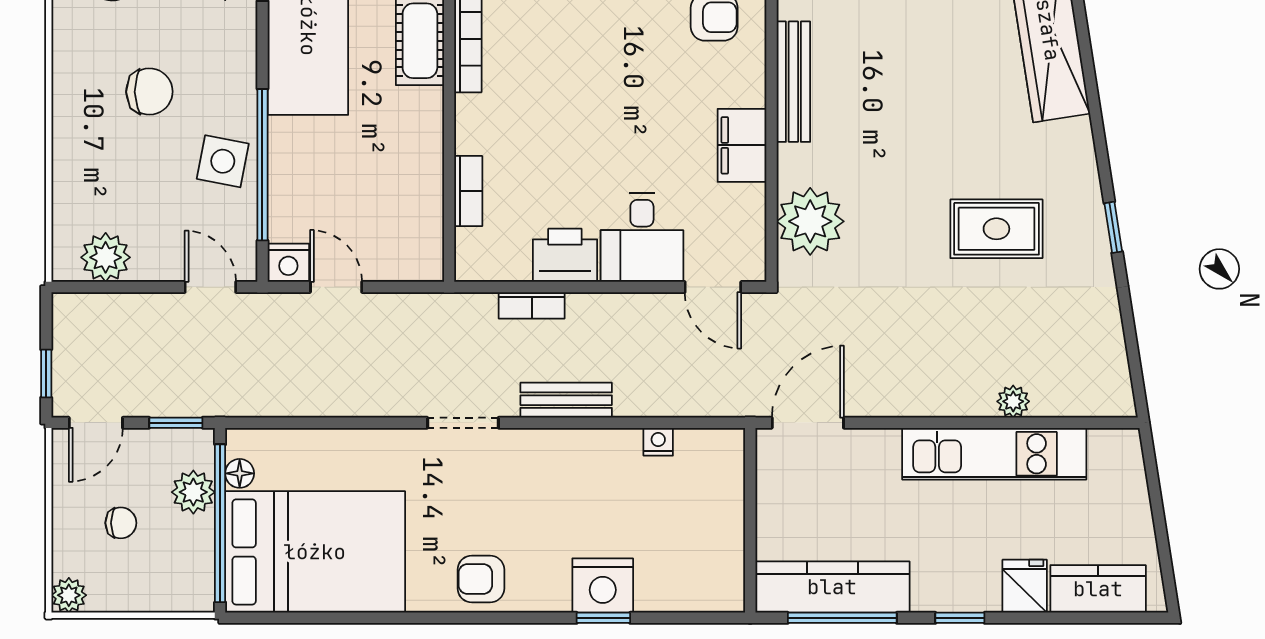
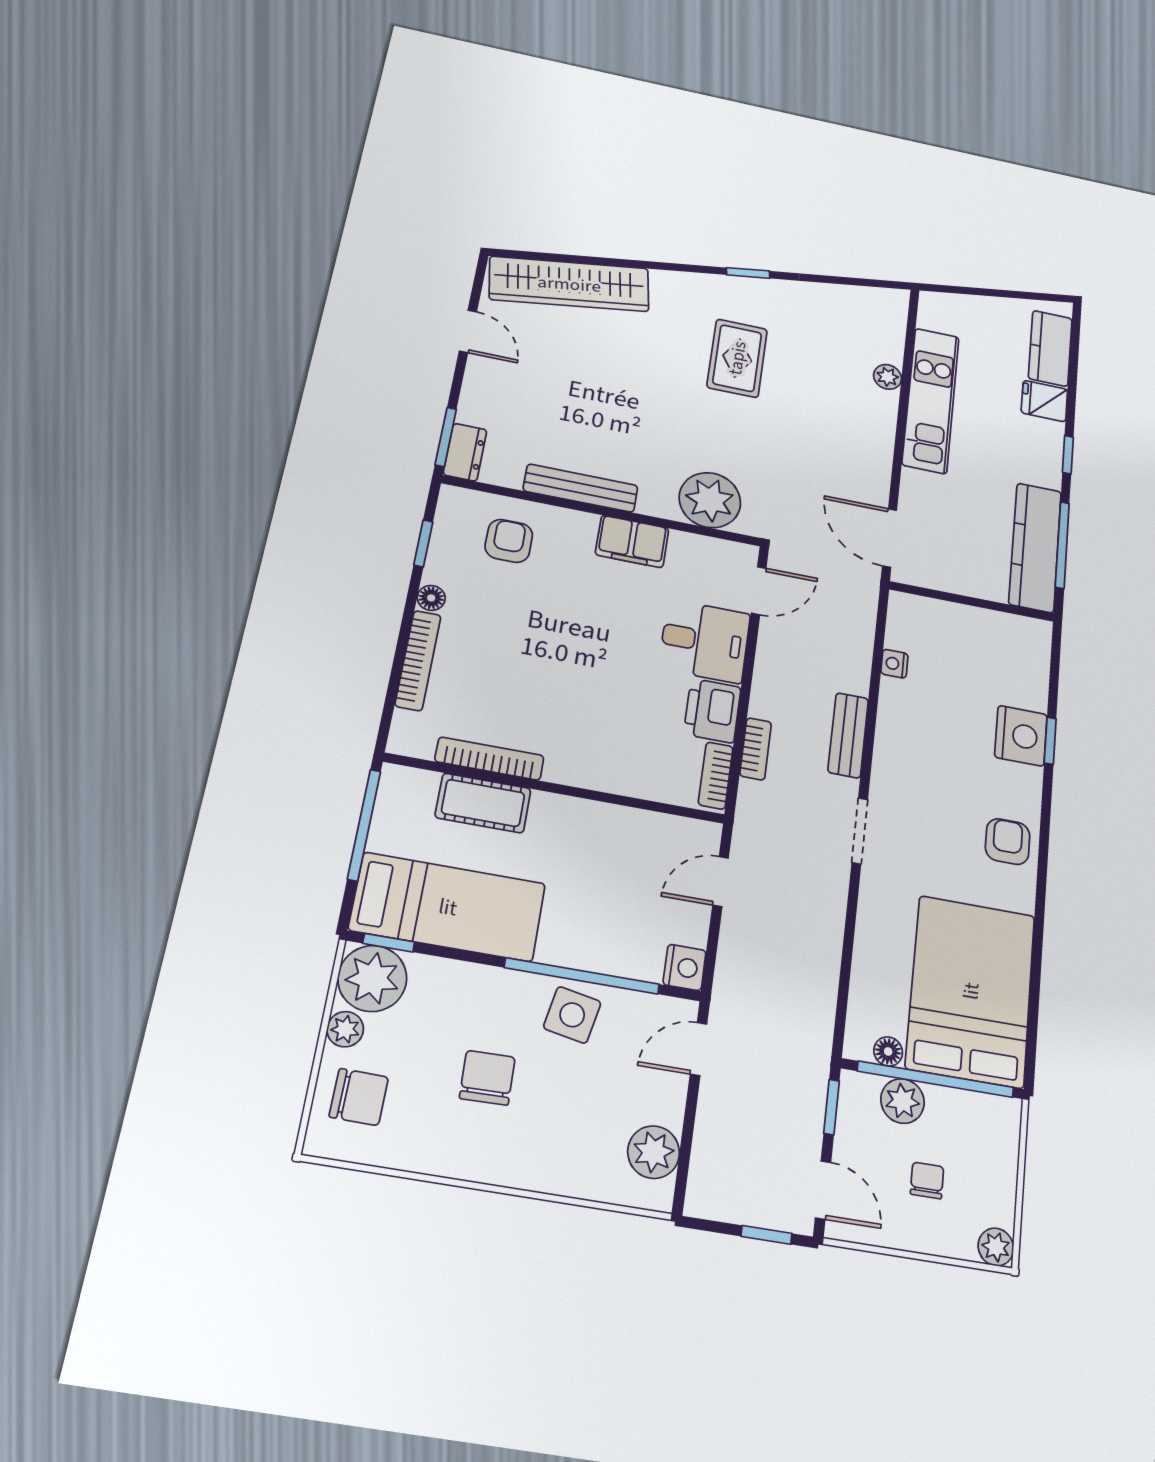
bookcase: (468, 191) -> (716, 776), moved, turned -90
door: (336, 287) -> (721, 881), moved
armchair: (481, 579) -> (1008, 842), turned 180

